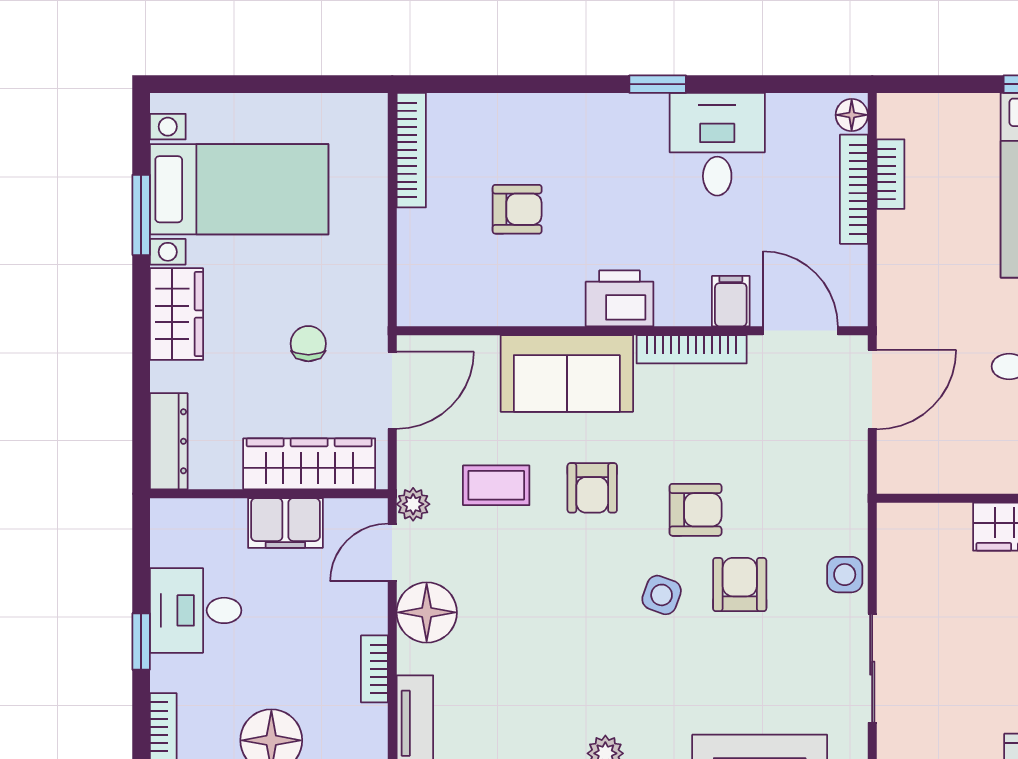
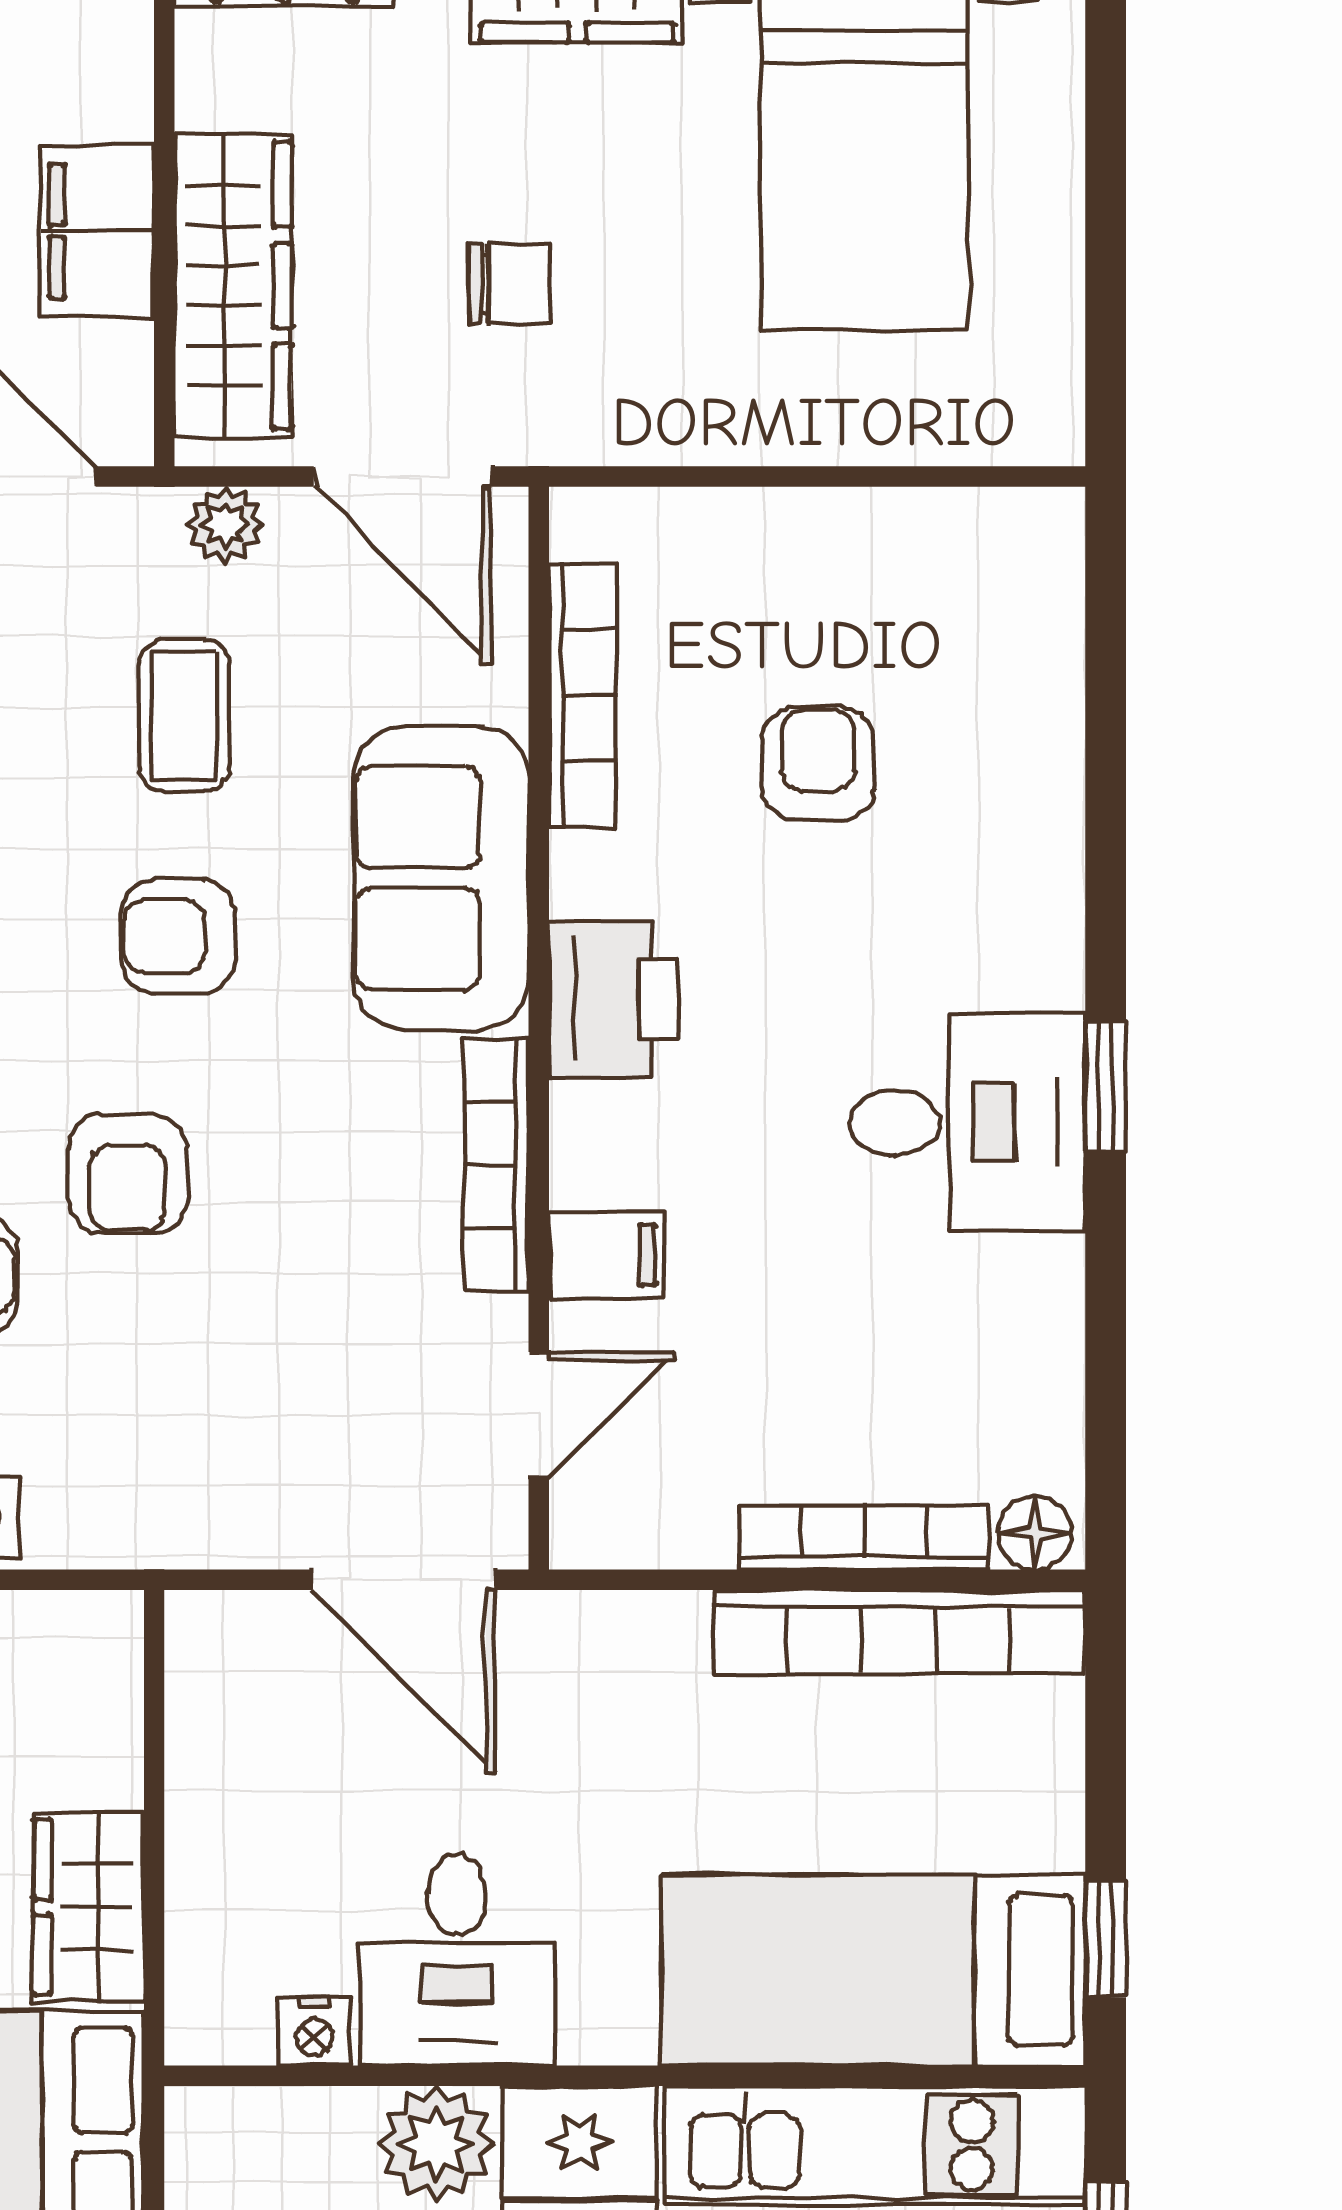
desk: (717, 144) -> (967, 1122), moved
bookcase: (411, 150) -> (583, 695), moved, turned -90
bookcase: (891, 174) -> (899, 1632), width x2.31, depth x1.31
armchair: (517, 209) -> (818, 764), turned 180
door: (800, 331) -> (539, 1415), width x0.73
plant: (413, 504) -> (225, 525), moved

